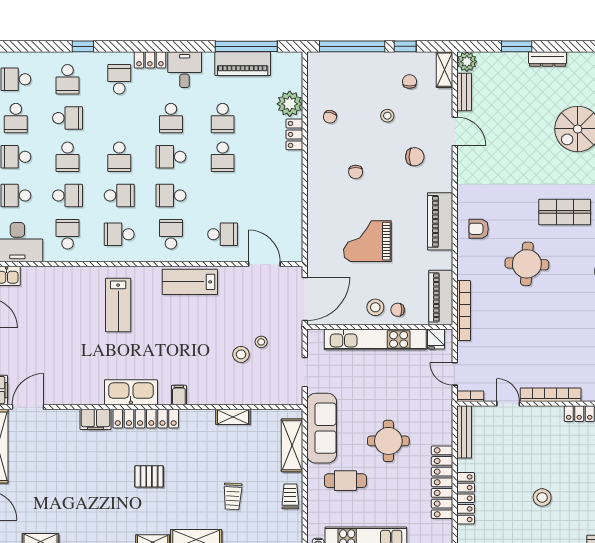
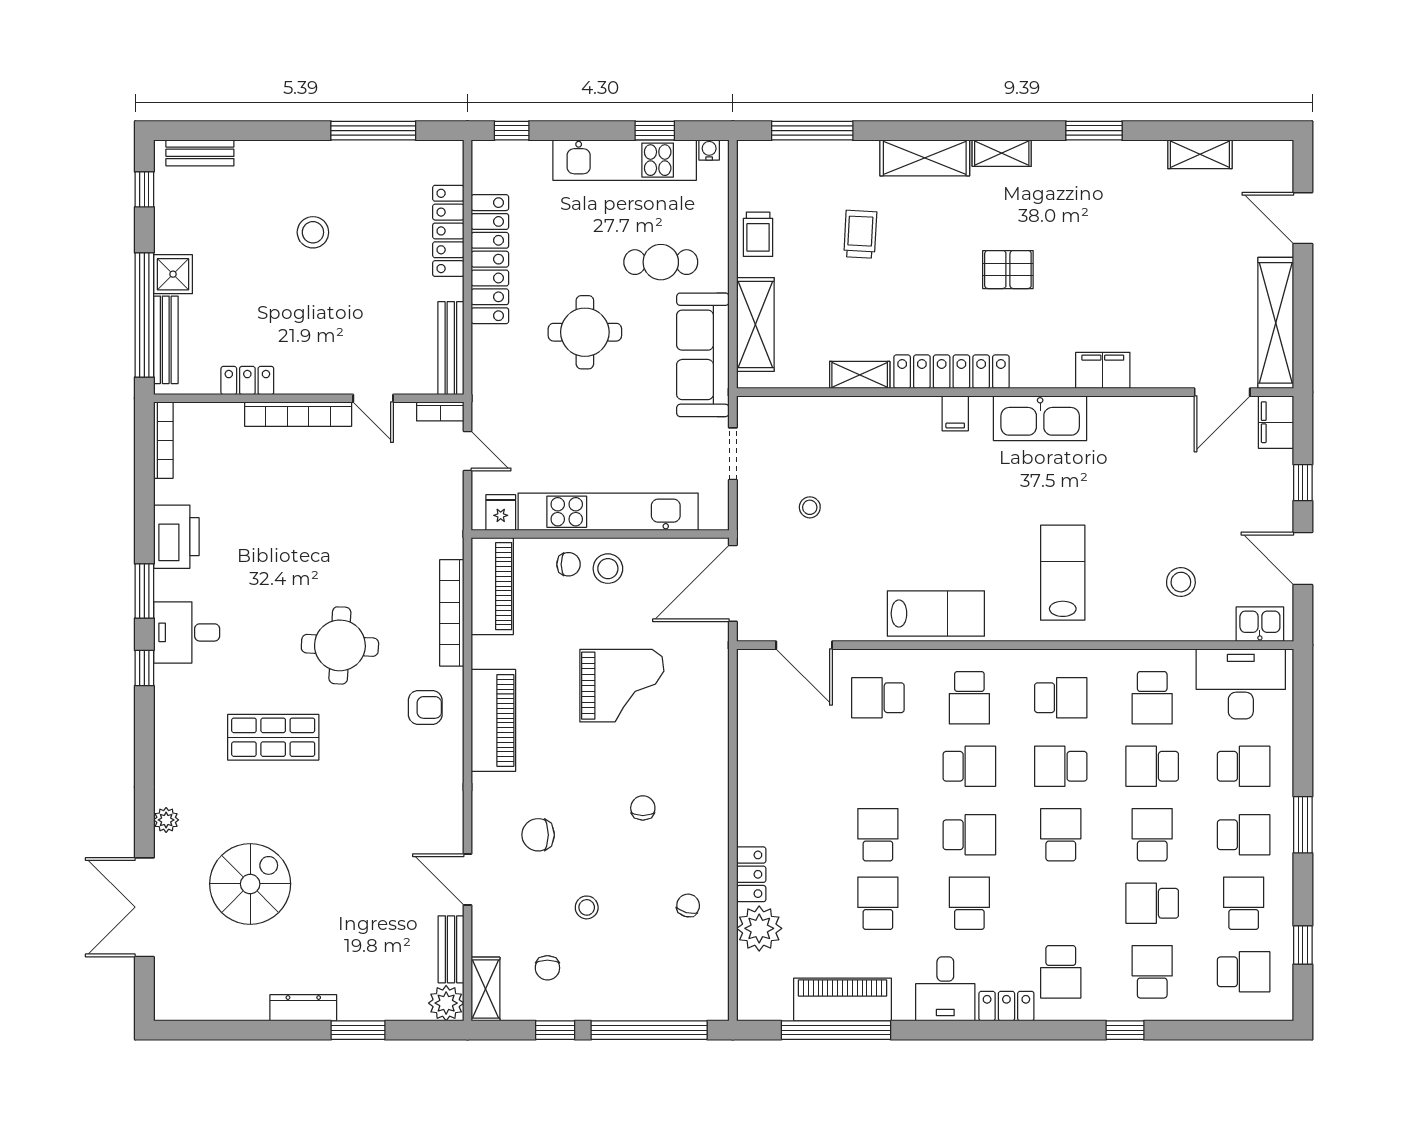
bookcase: (464, 311) -> (452, 613), moved
stool: (241, 354) -> (1181, 582), moved
locker: (146, 419) -> (951, 372), moved

